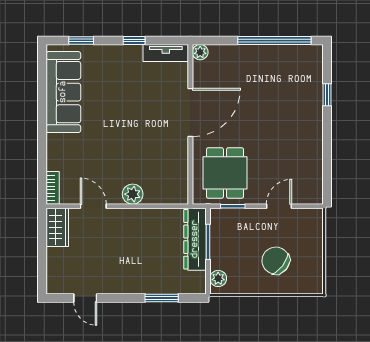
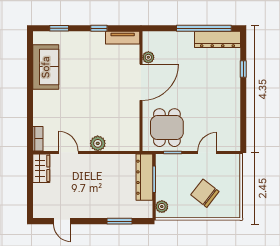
plant: (200, 52) -> (148, 57), moved
dresser: (292, 55) -> (217, 39), added
sofa: (63, 92) -> (46, 67), width x0.73

